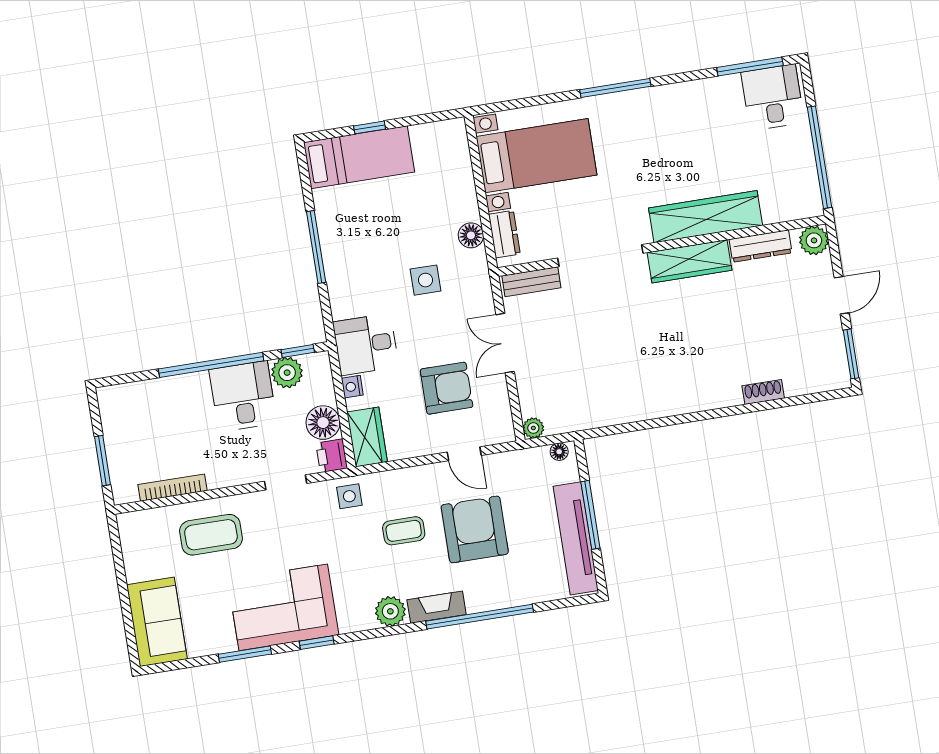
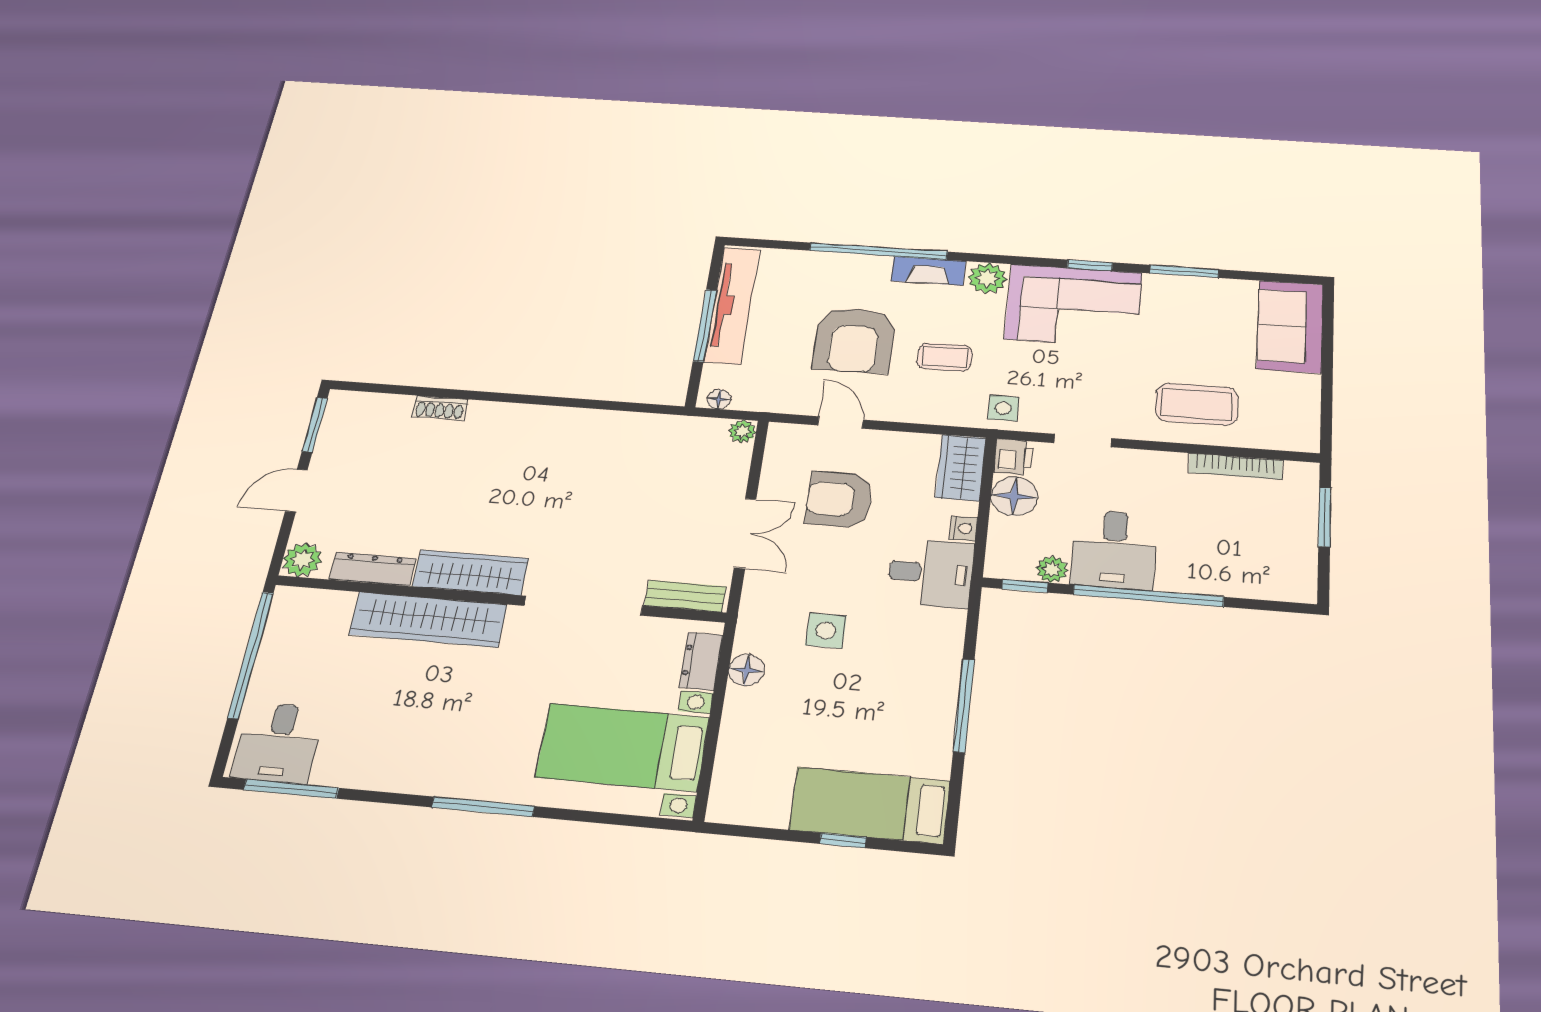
plant: (287, 373) -> (1052, 569), width x0.73, depth x0.73
corner sofa: (283, 607) -> (1073, 306), moved

